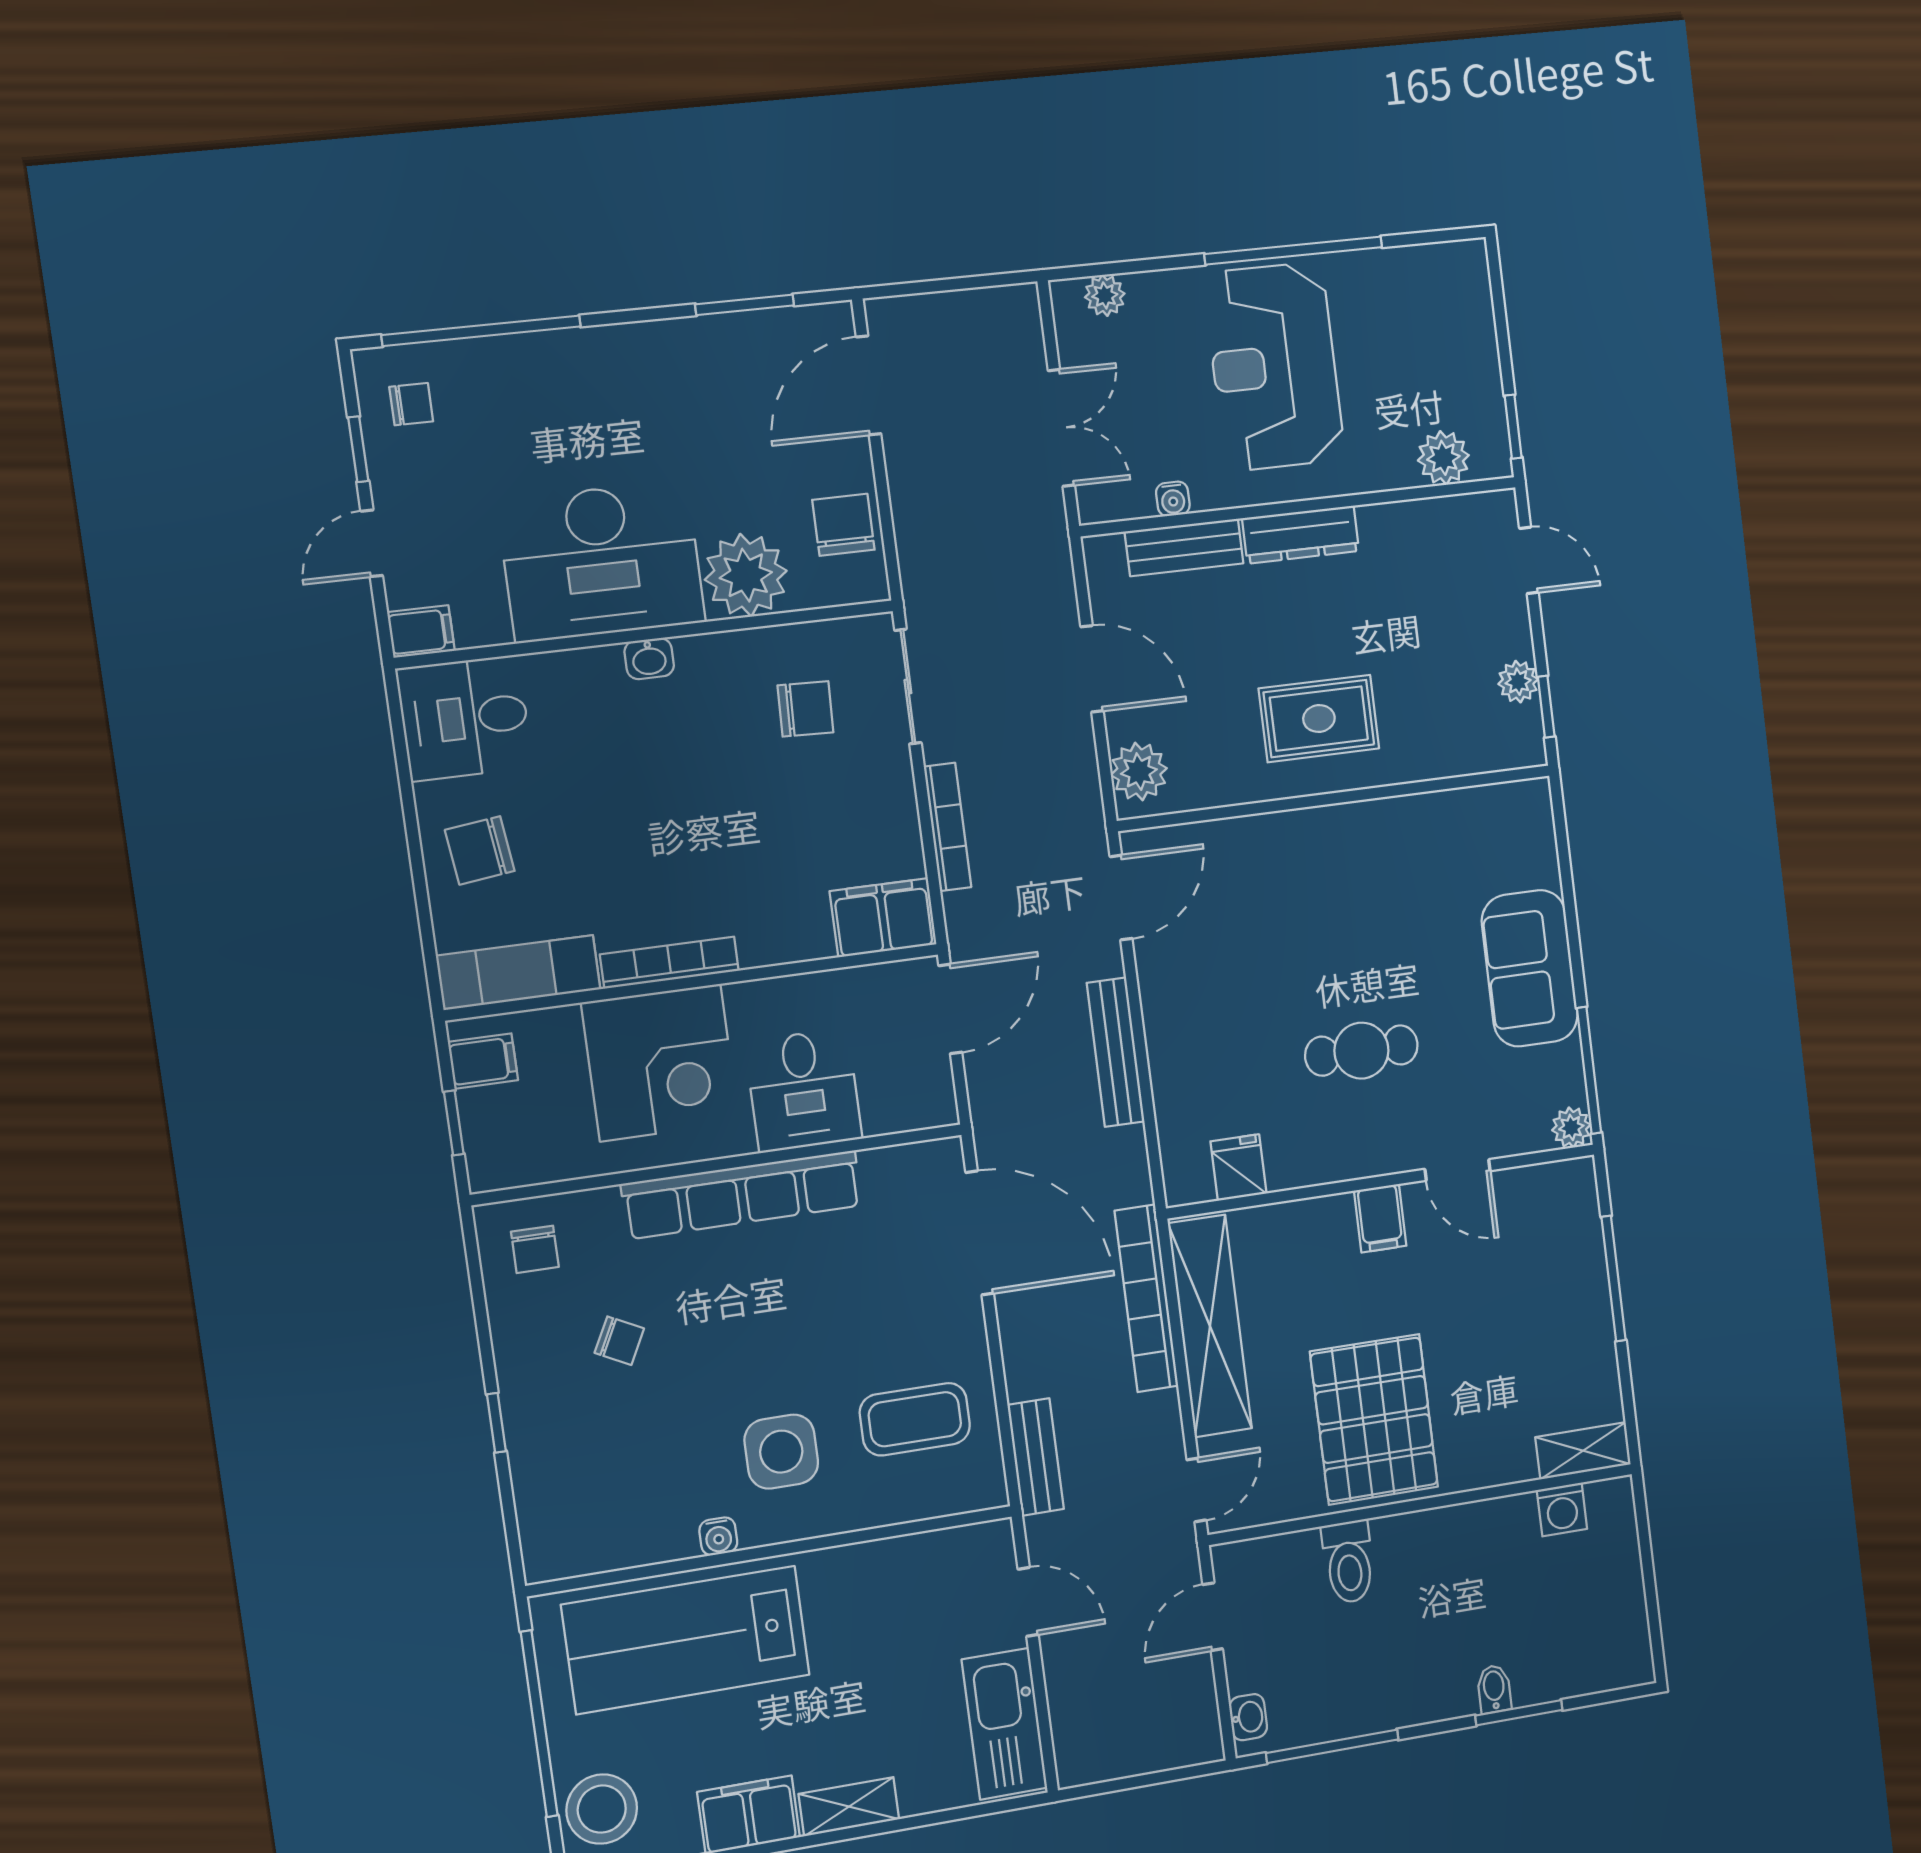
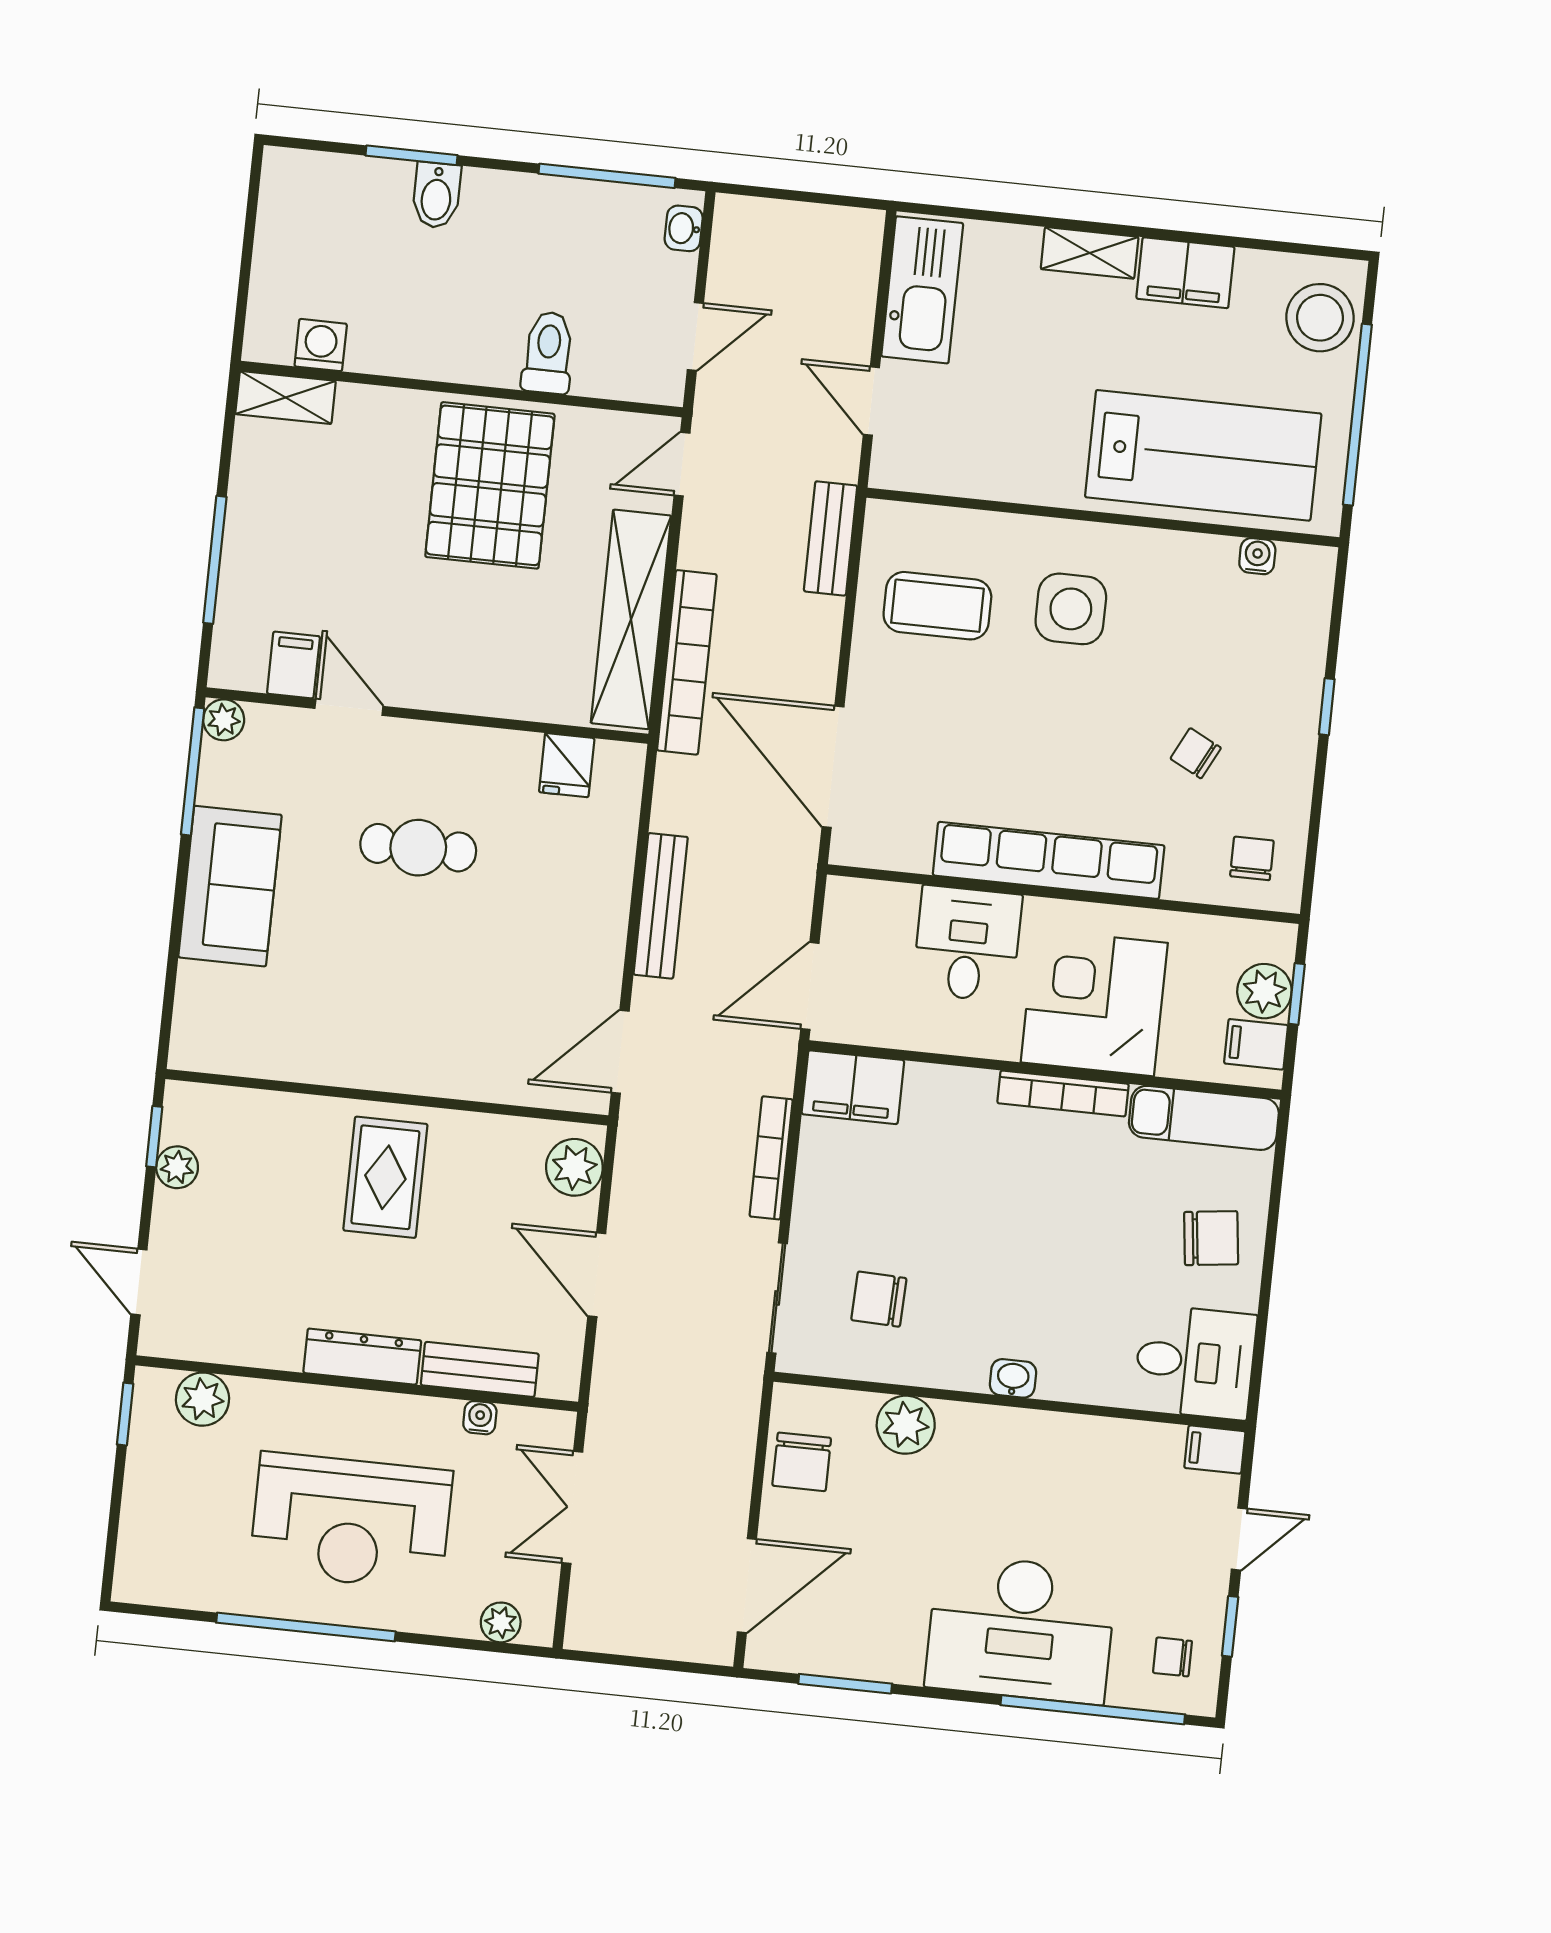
reception desk: (1274, 367) -> (351, 1521), turned 90
desk: (601, 561) -> (1021, 1629), moved, turned 180
plant: (746, 575) -> (906, 1425), width x0.73, depth x0.73
rug: (1319, 719) -> (385, 1177), turned 90
plant: (488, 1118) -> (1264, 991), added
filing cabinet: (1380, 1218) -> (293, 665), moved
water cooler: (718, 1536) -> (1257, 556), moved
bidet: (1494, 1689) -> (436, 195), width x1.38, depth x1.36

